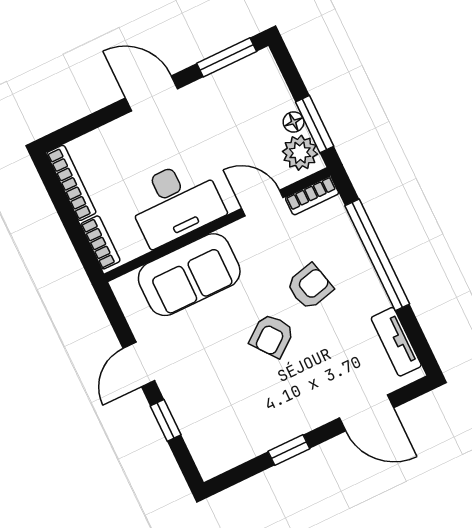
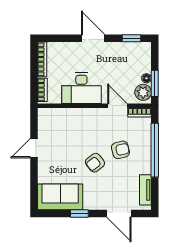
window: (227, 57) -> (132, 38), width x0.67
sofa: (189, 275) -> (60, 197), moved, turned 180
window: (166, 420) -> (34, 177), removed

